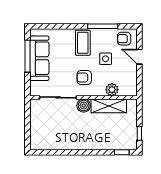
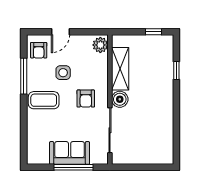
window: (27, 56) -> (73, 167), moved
sofa: (39, 58) -> (70, 153), width x0.73
plant: (112, 90) -> (100, 45), moved
window: (122, 152) -> (176, 70), moved

